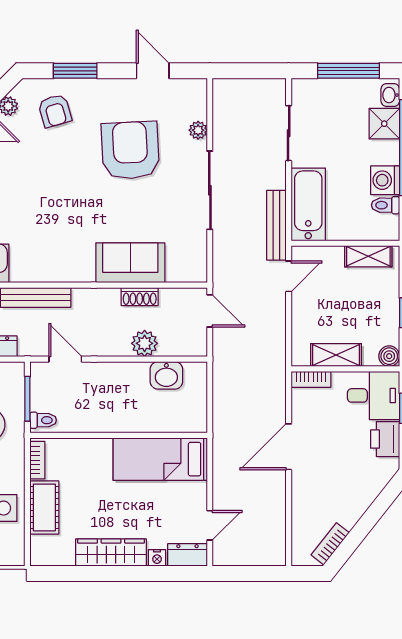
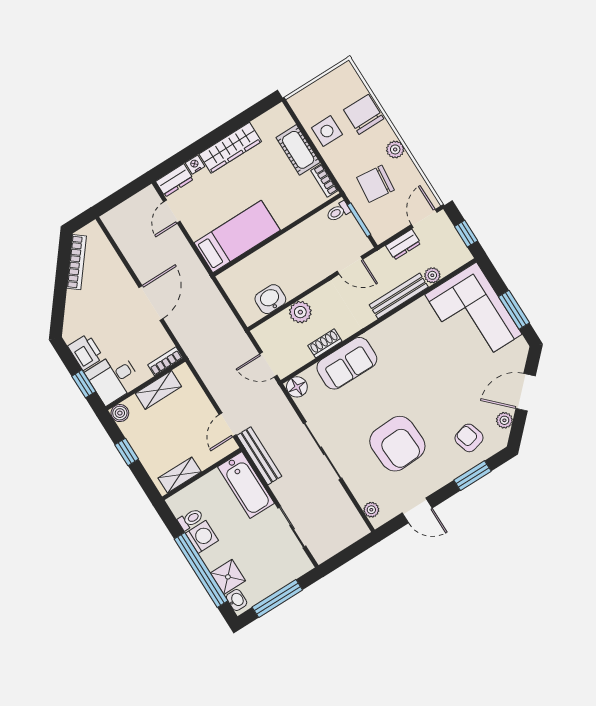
plant: (198, 130) -> (371, 510), moved
floor lamp: (195, 271) -> (297, 387), added
bookcase: (330, 544) -> (77, 262), width x1.56

